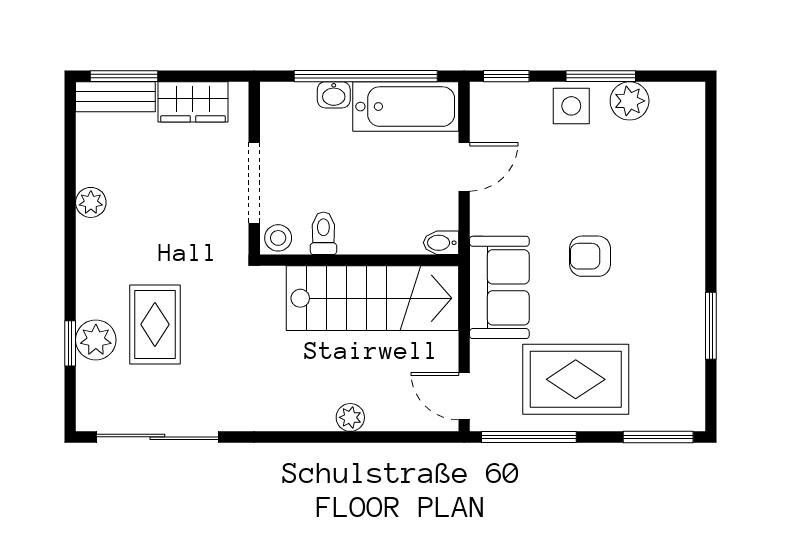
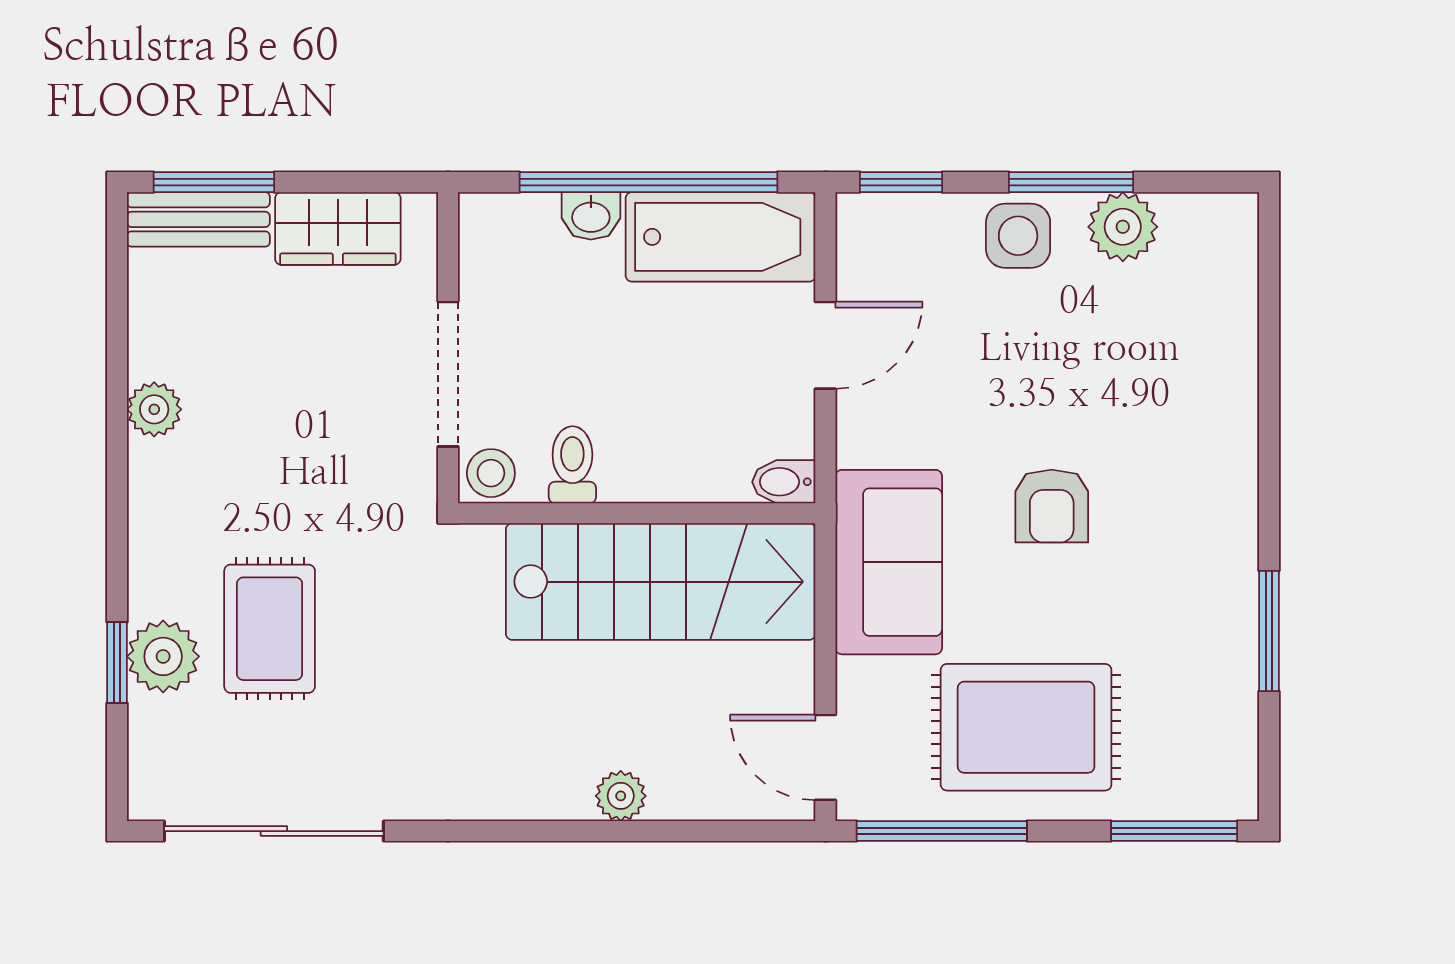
armchair: (590, 256) -> (1052, 506), turned -90

